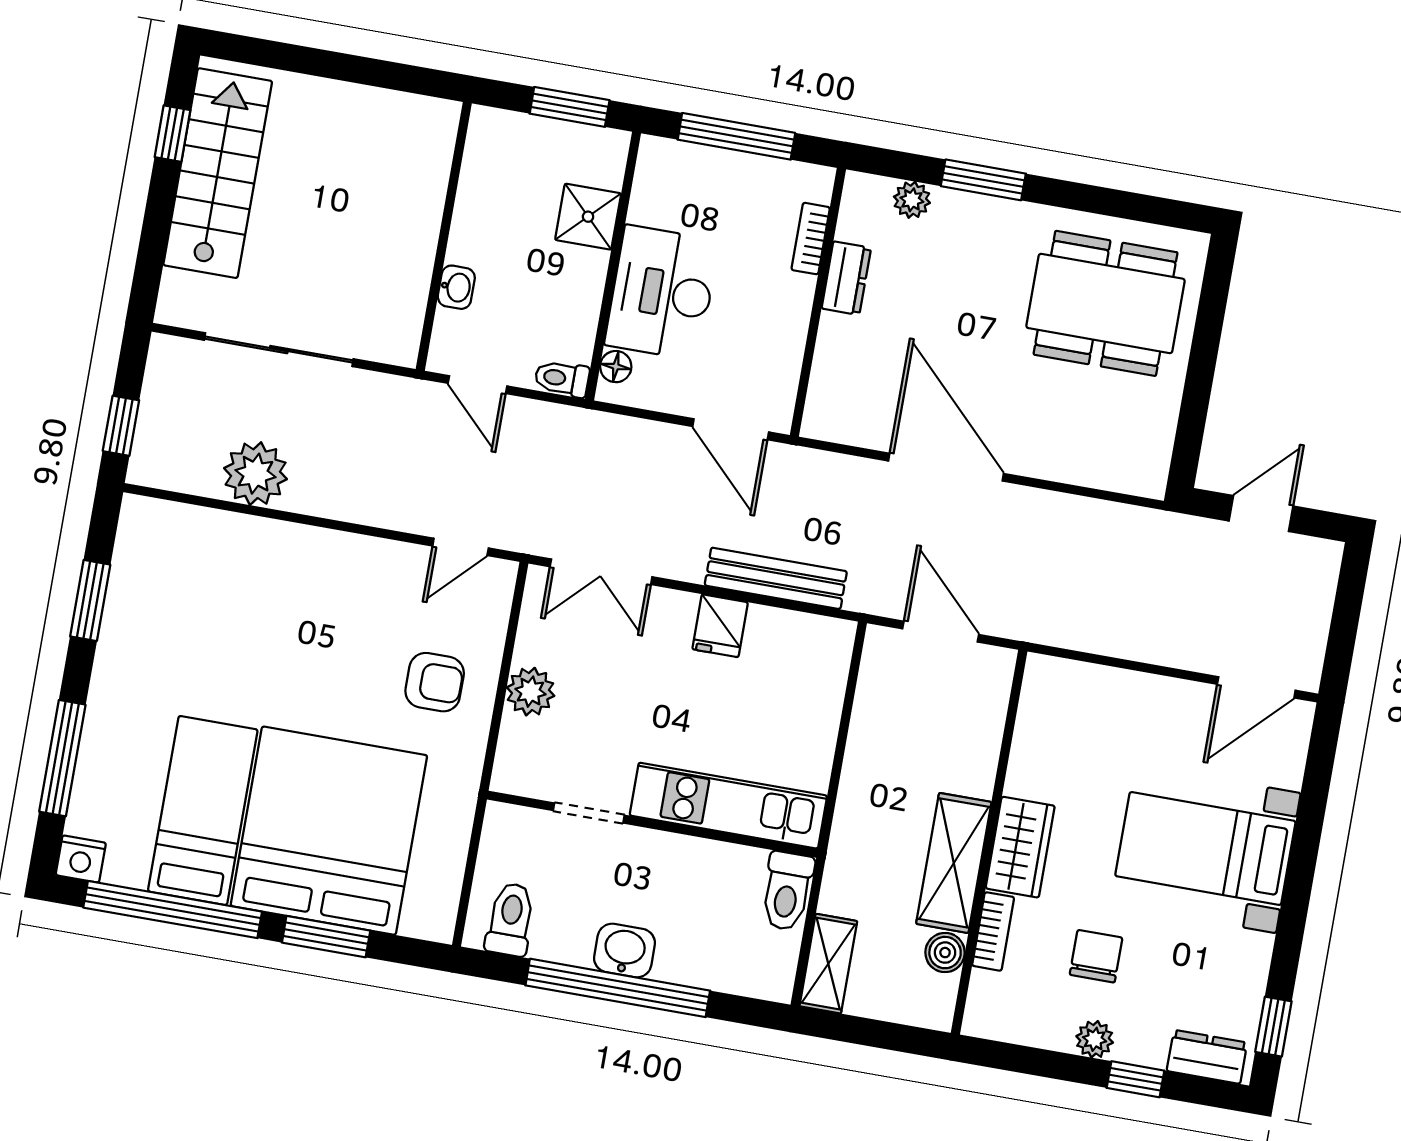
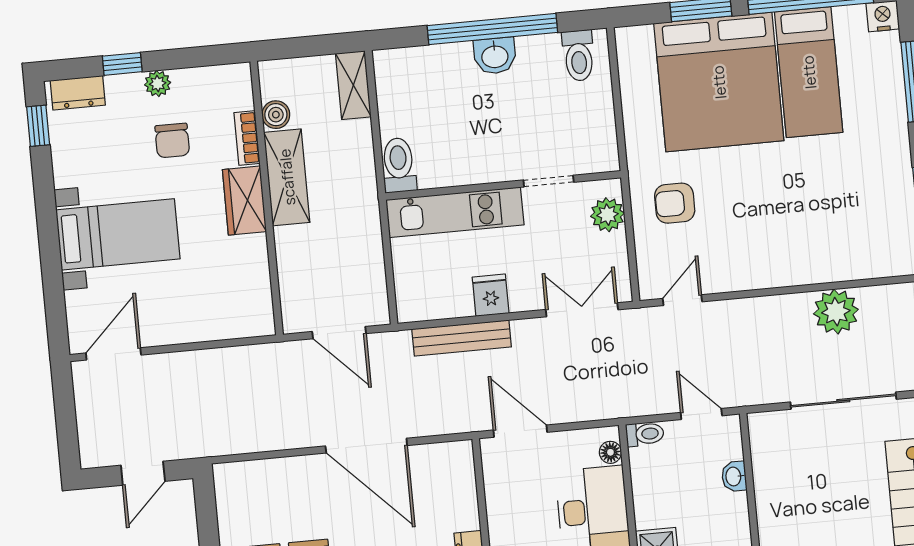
kitchen unit: (728, 806) -> (455, 212), moved
doorway: (589, 813) -> (549, 181), moved
wall: (652, 824) -> (503, 185), moved
toilet: (787, 891) -> (399, 165), moved

